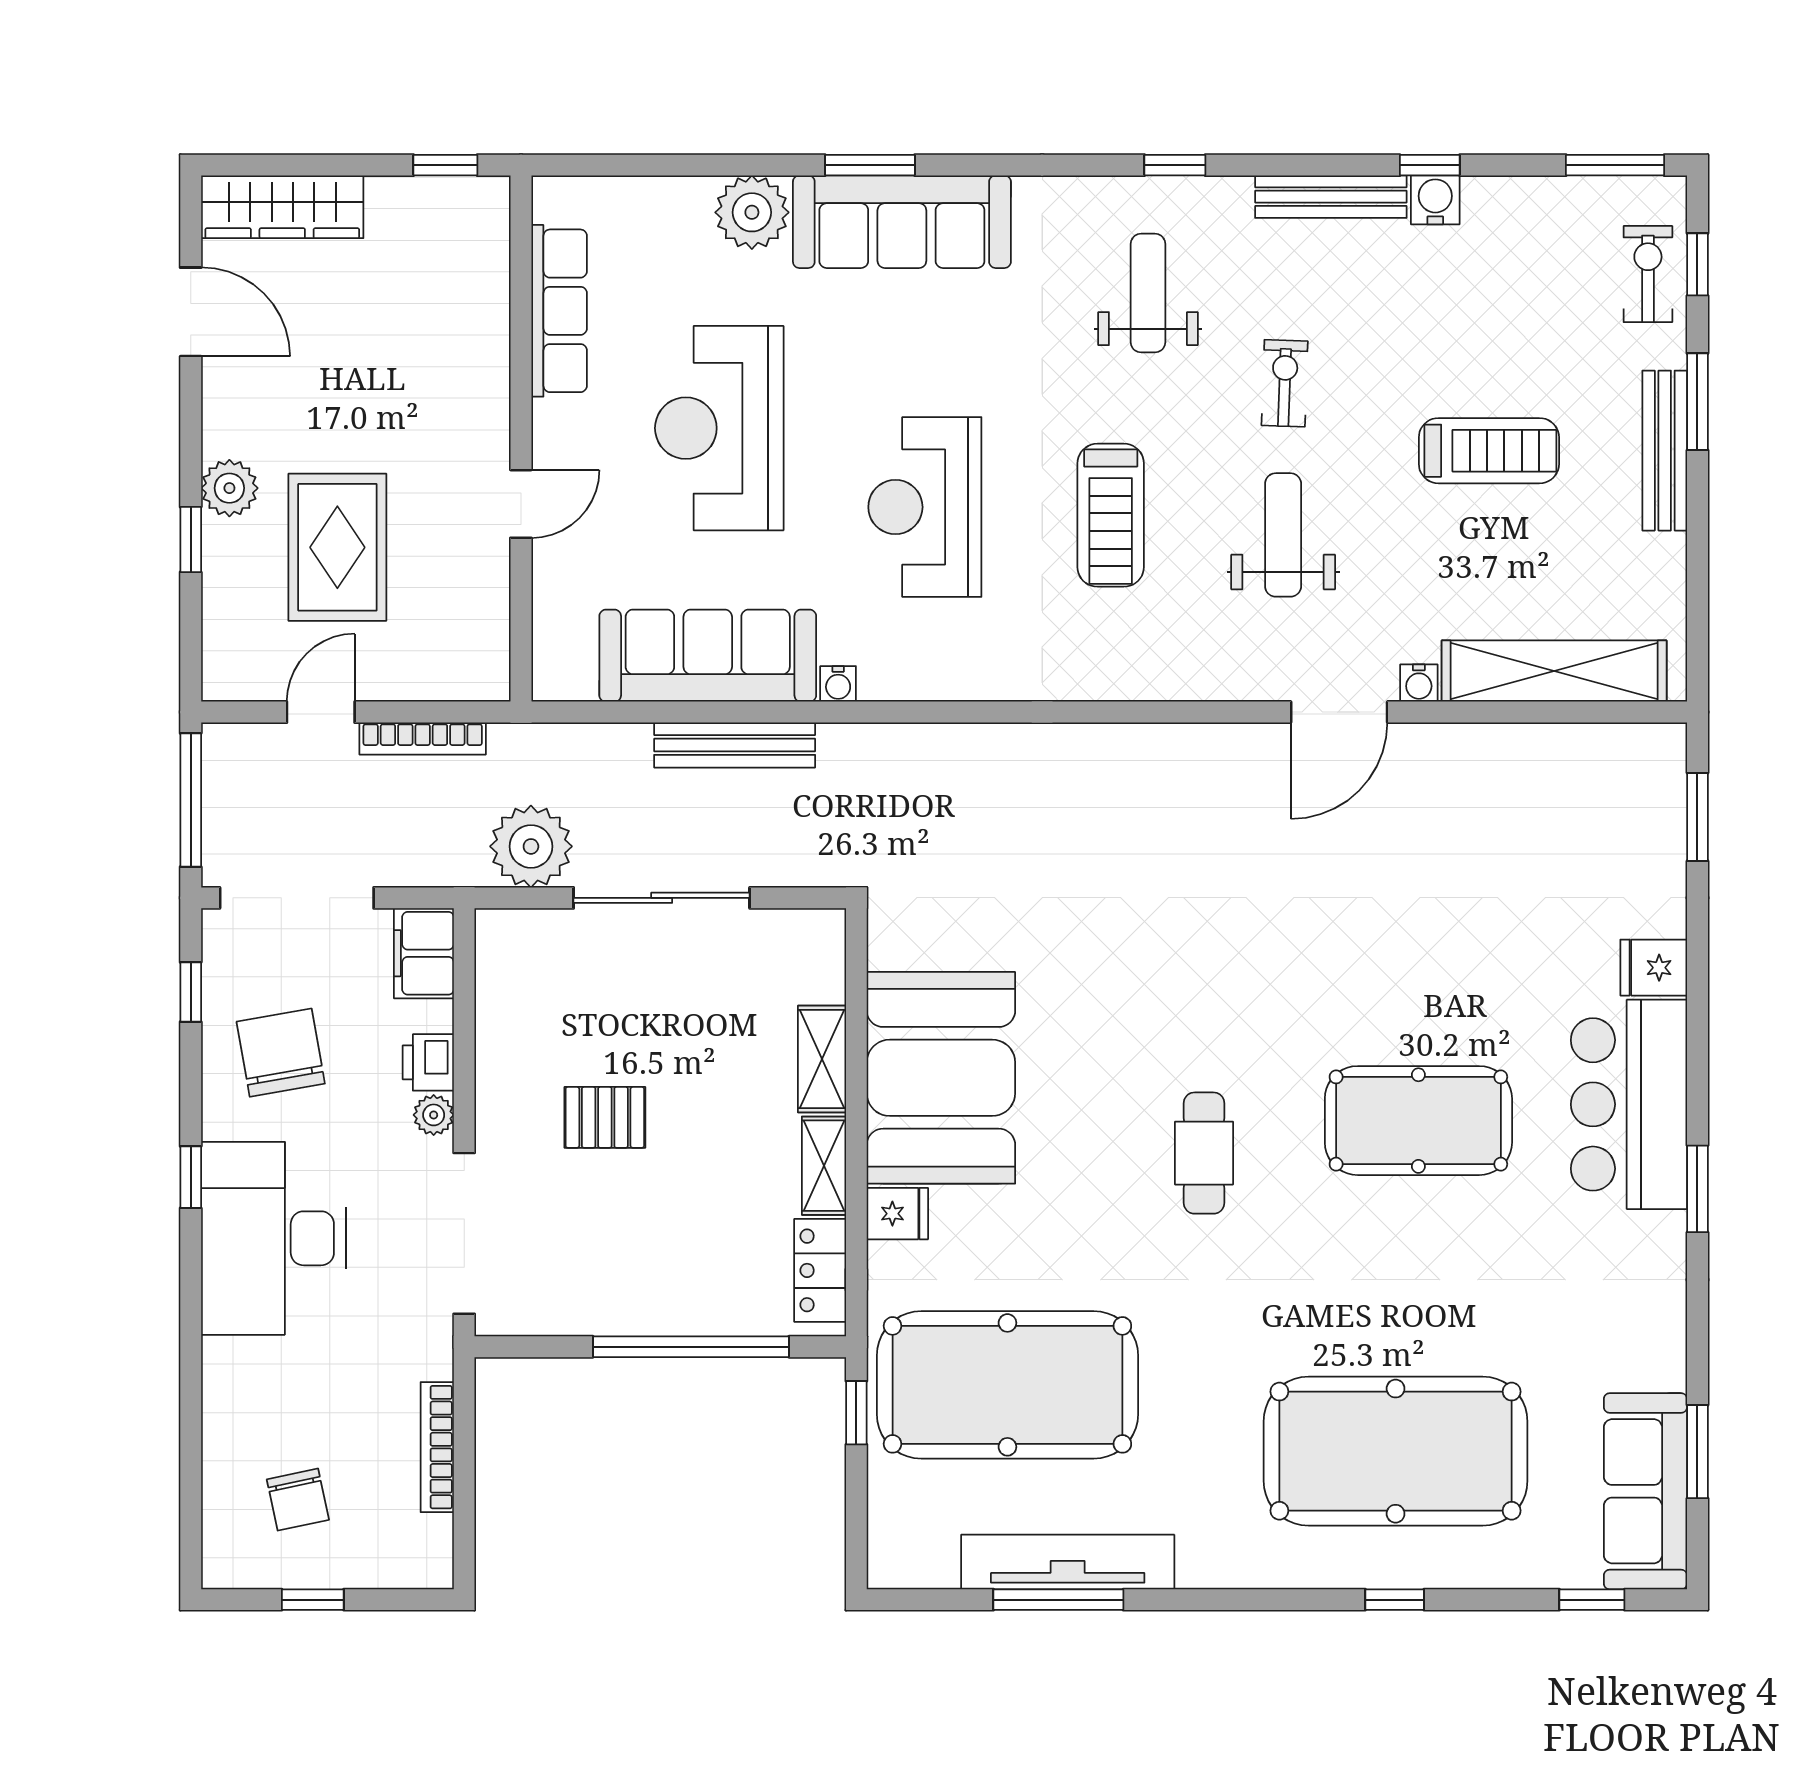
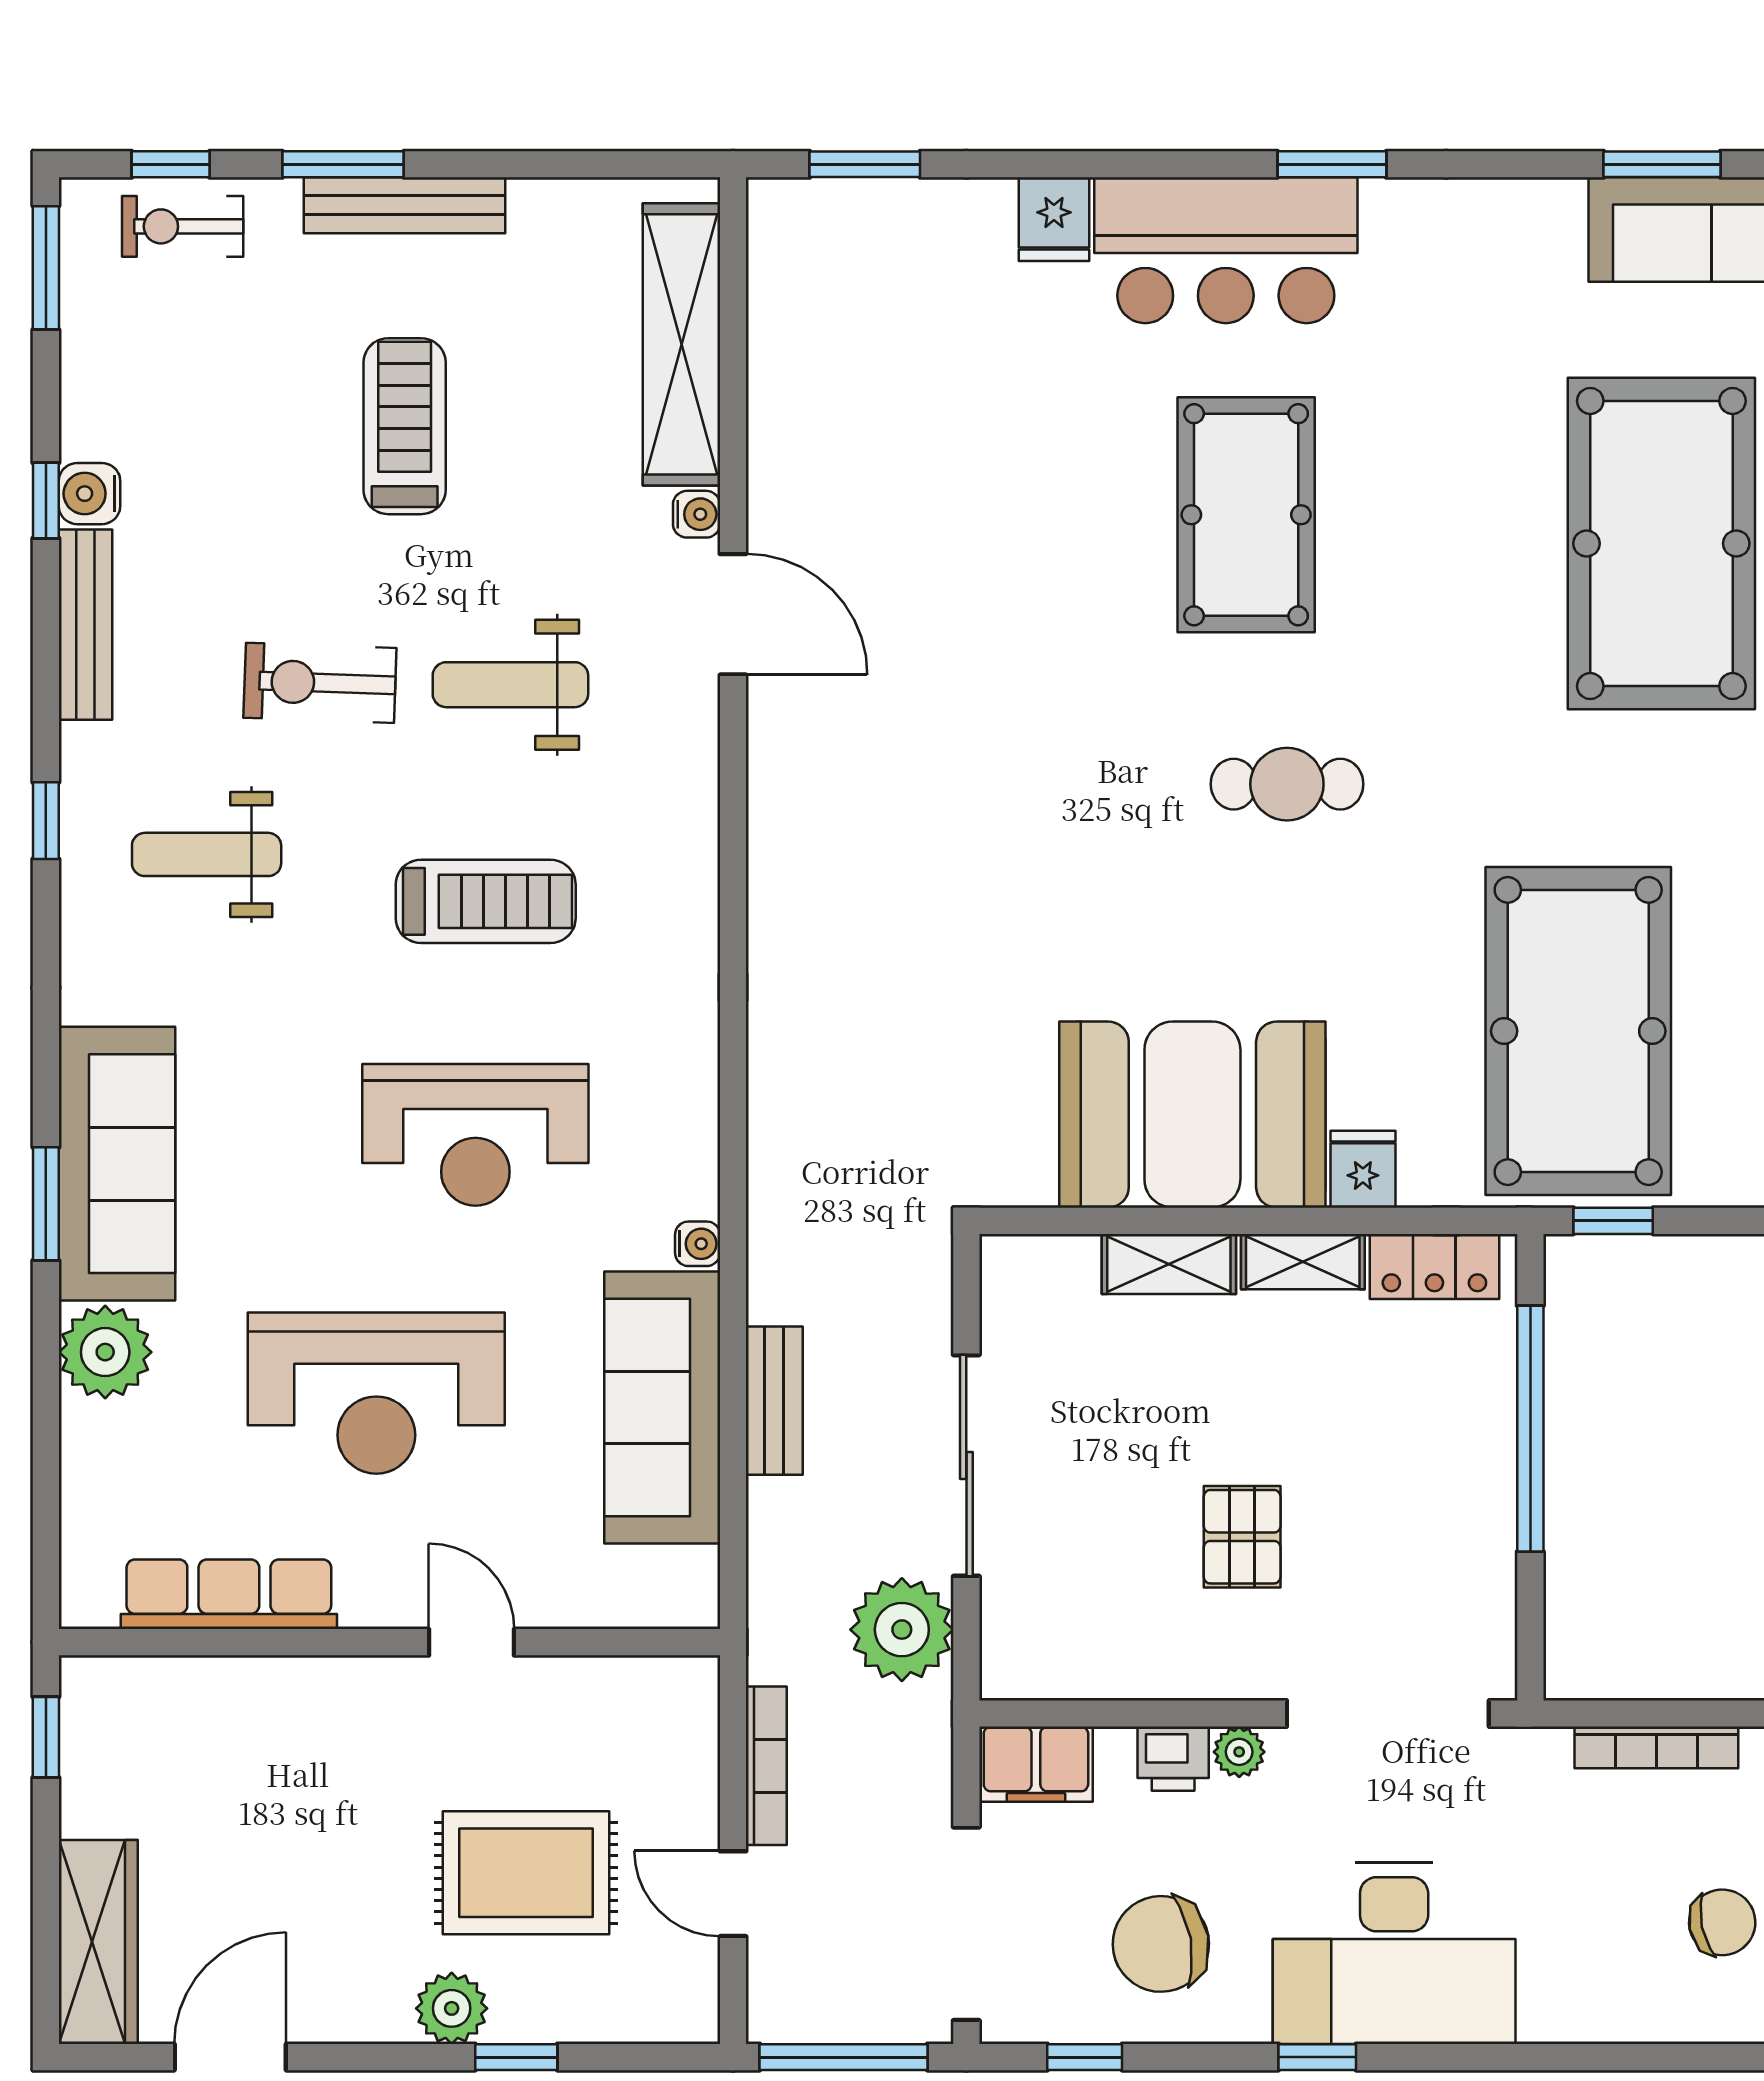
exercise bike: (1285, 383) -> (320, 683), width x1.38, depth x1.39
bench: (735, 745) -> (774, 1401), width x0.73

